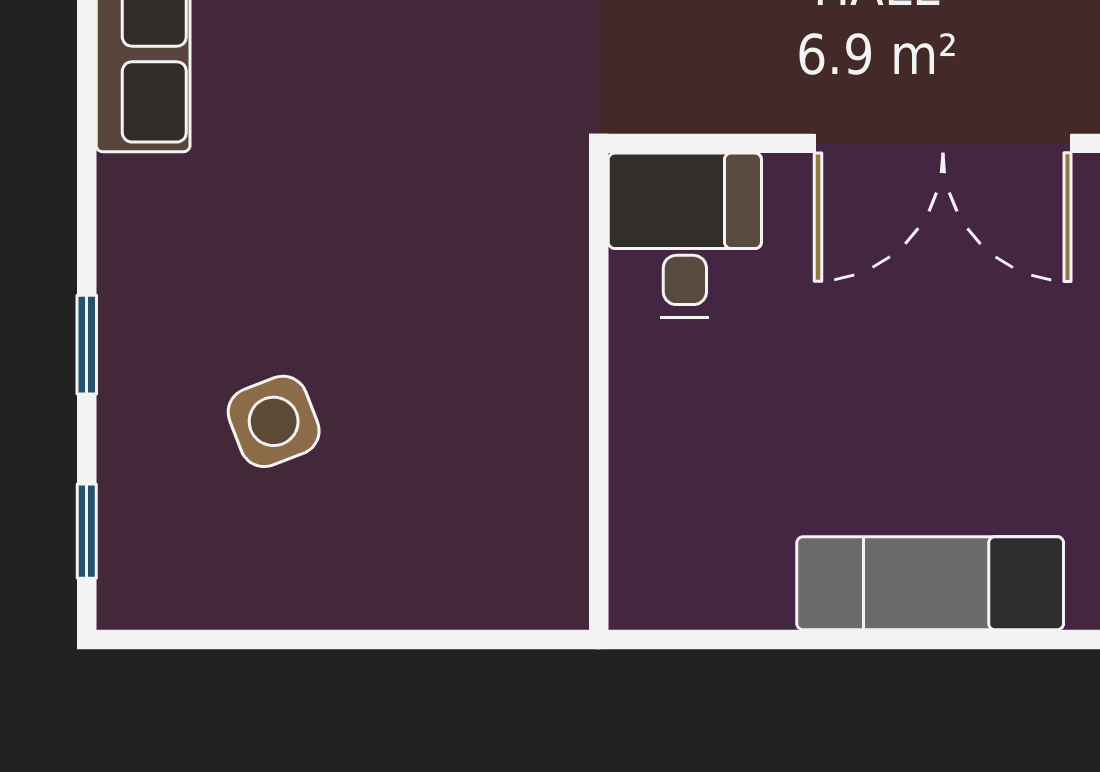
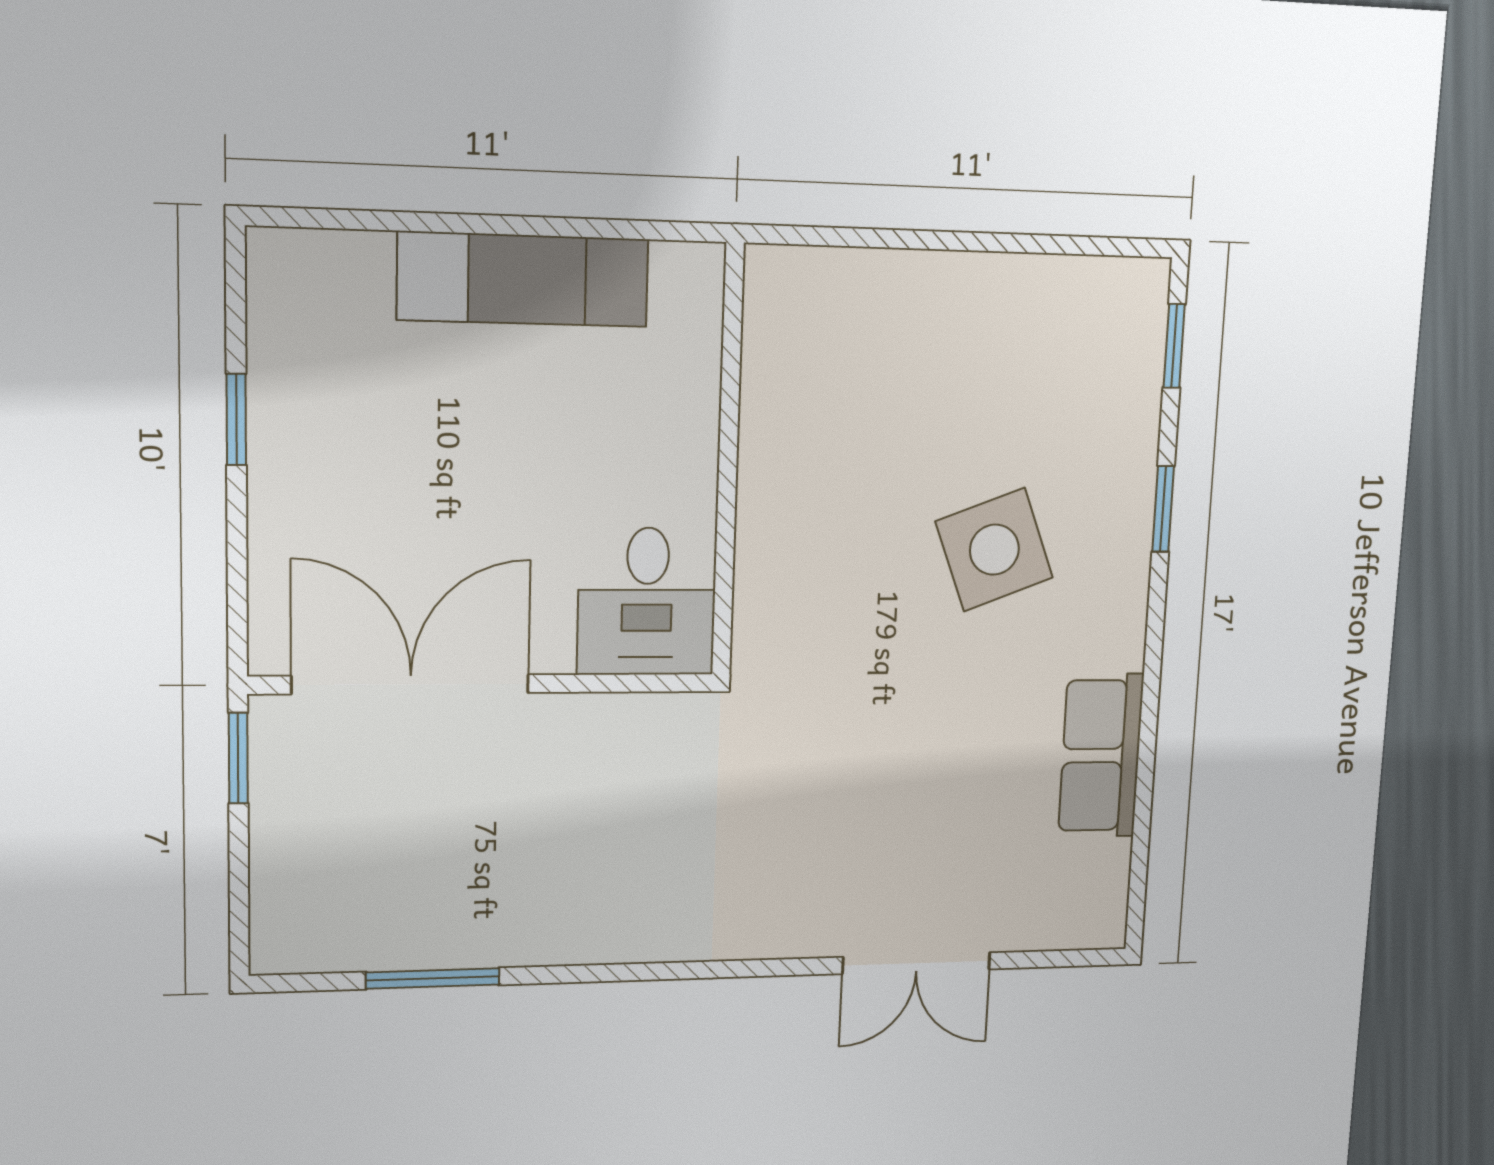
side table: (274, 421) -> (994, 550), moved, width x1.37, depth x1.37
exam couch: (930, 583) -> (523, 279), moved

